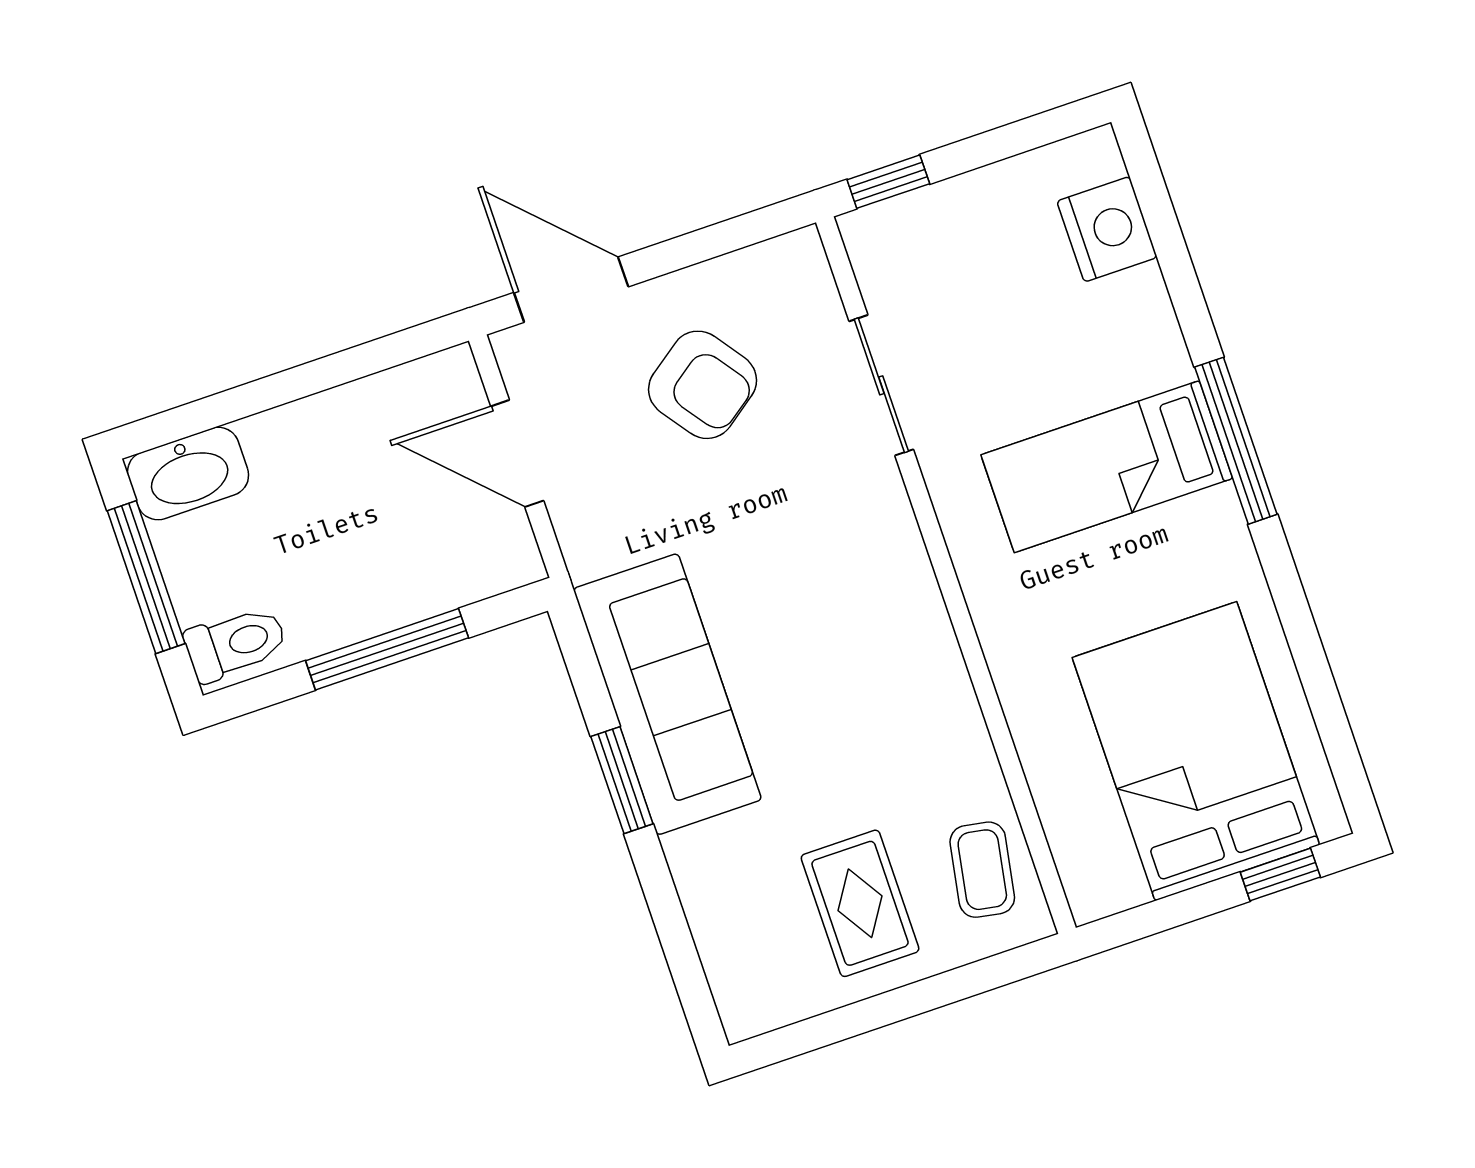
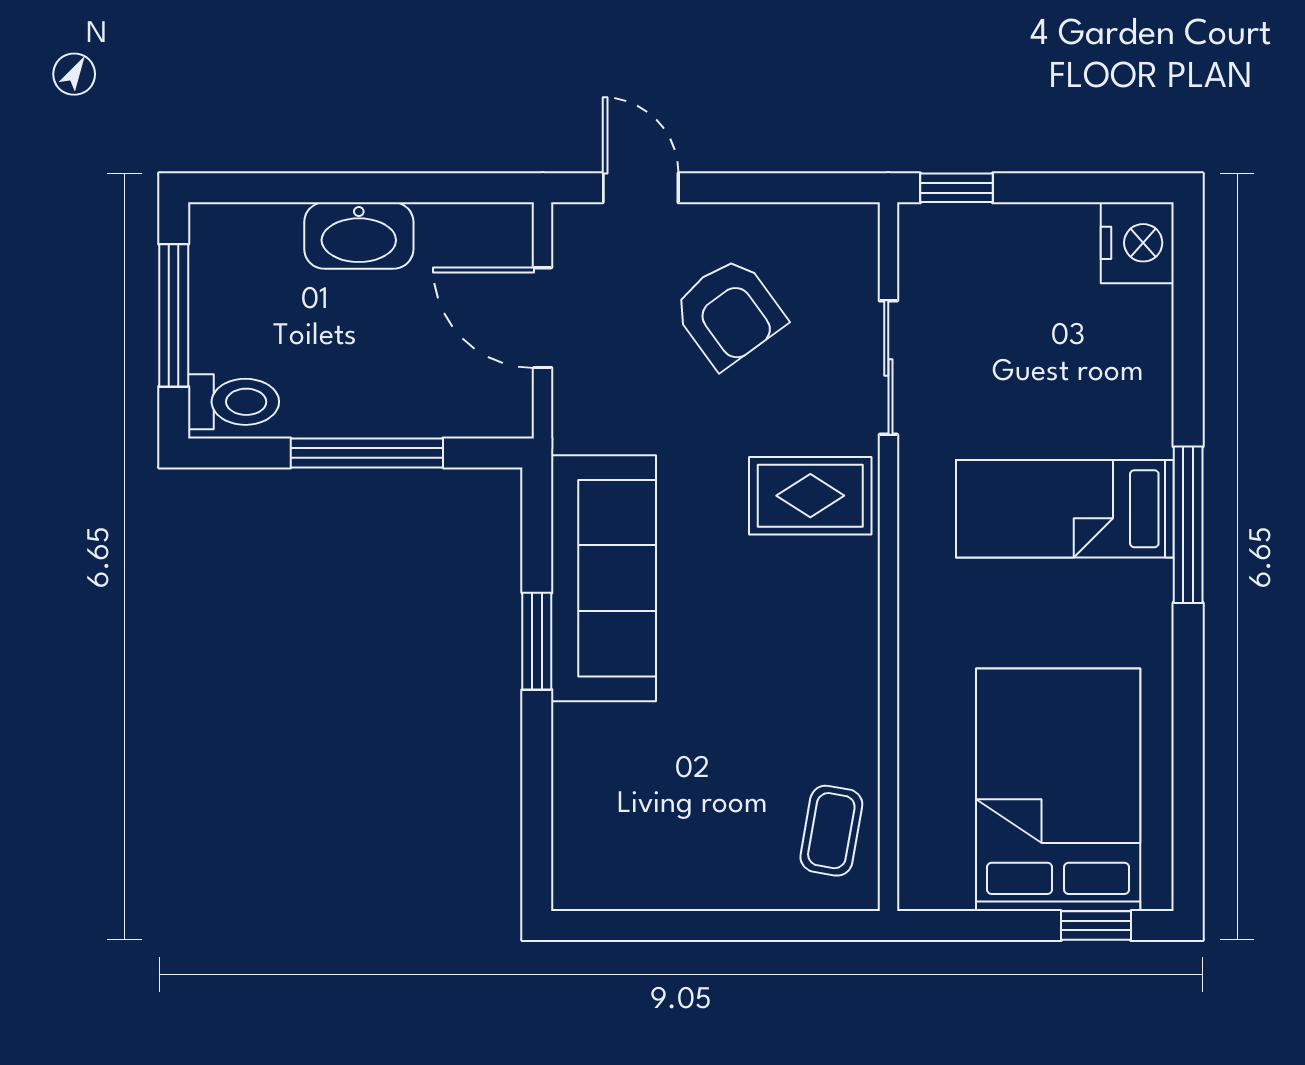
nightstand: (1107, 229) -> (1137, 243), moved
door: (571, 290) -> (641, 188), width x0.73
washbasin: (188, 474) -> (359, 236), moved
rug: (860, 903) -> (810, 496), moved, turned 90

